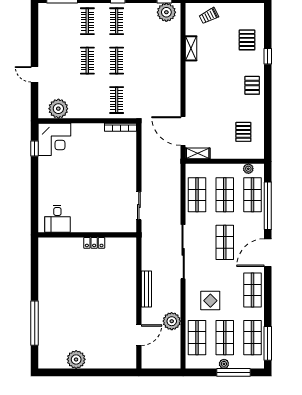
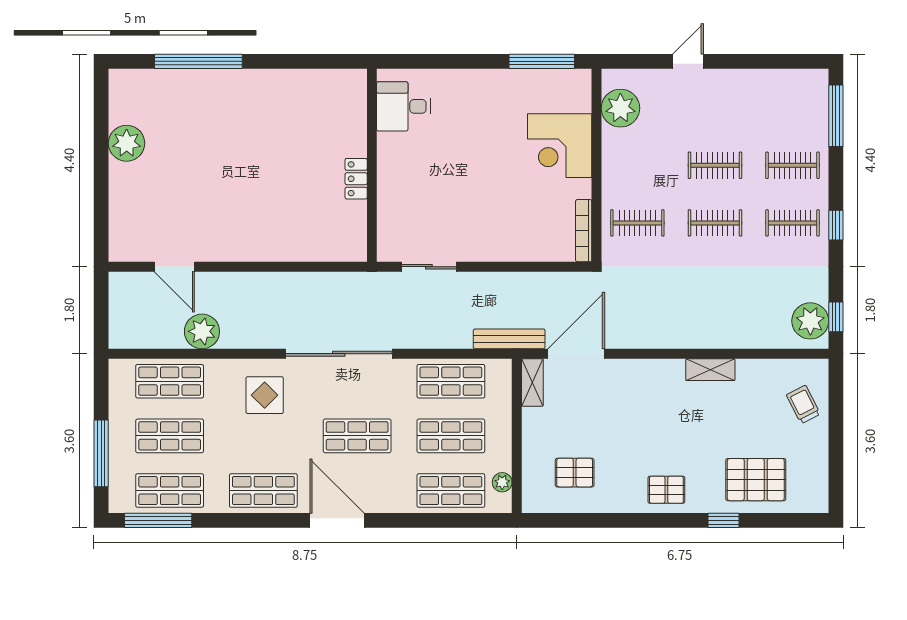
pallet: (247, 40) -> (756, 480), width x1.50, depth x1.42
shelving: (191, 48) -> (710, 370), moved
corner desk: (54, 139) -> (560, 146), moved
window: (35, 149) -> (542, 61), width x2.17
window: (268, 206) -> (429, 520), removed
bench: (146, 289) -> (509, 339), moved
display table: (210, 301) -> (265, 395), moved
plant: (224, 364) -> (118, 434), removed

